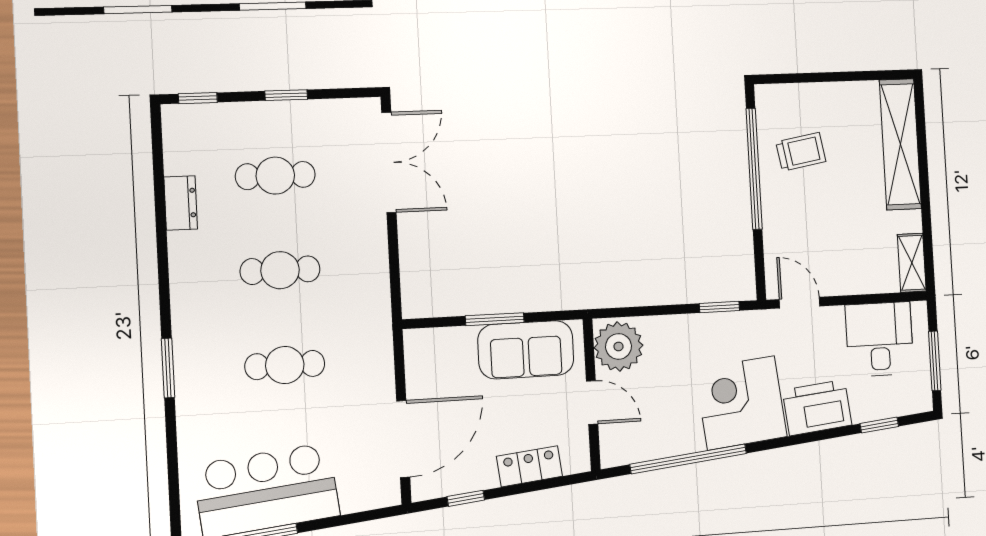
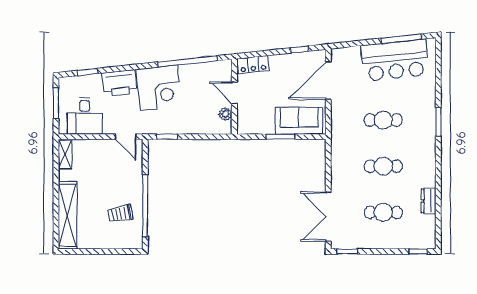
window: (286, 95) -> (347, 251), moved
plant: (619, 346) -> (225, 114), width x0.53, depth x0.53
sofa: (526, 350) -> (299, 121), moved
locker: (530, 466) -> (253, 65), moved

